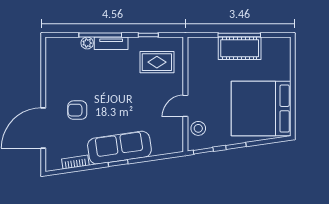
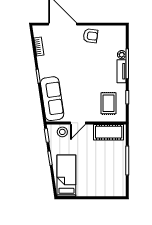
cot: (240, 48) -> (109, 132), moved, turned 90
door: (185, 106) -> (78, 123), swing flipped
bed: (261, 109) -> (66, 176), width x0.49
armchair: (77, 110) -> (90, 36), moved, turned 97
sofa: (119, 148) -> (52, 99), moved

